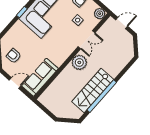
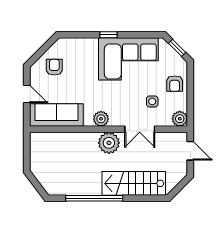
plant: (63, 55) -> (101, 119), added
stairs: (93, 90) -> (134, 183), moved

